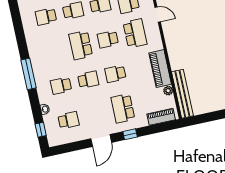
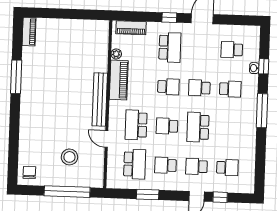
school desk: (108, 39) -> (167, 126), turned 180
school desk: (81, 45) -> (198, 127), turned 180
bench: (182, 94) -> (100, 99), moved
window: (41, 130) -> (264, 66), moved

